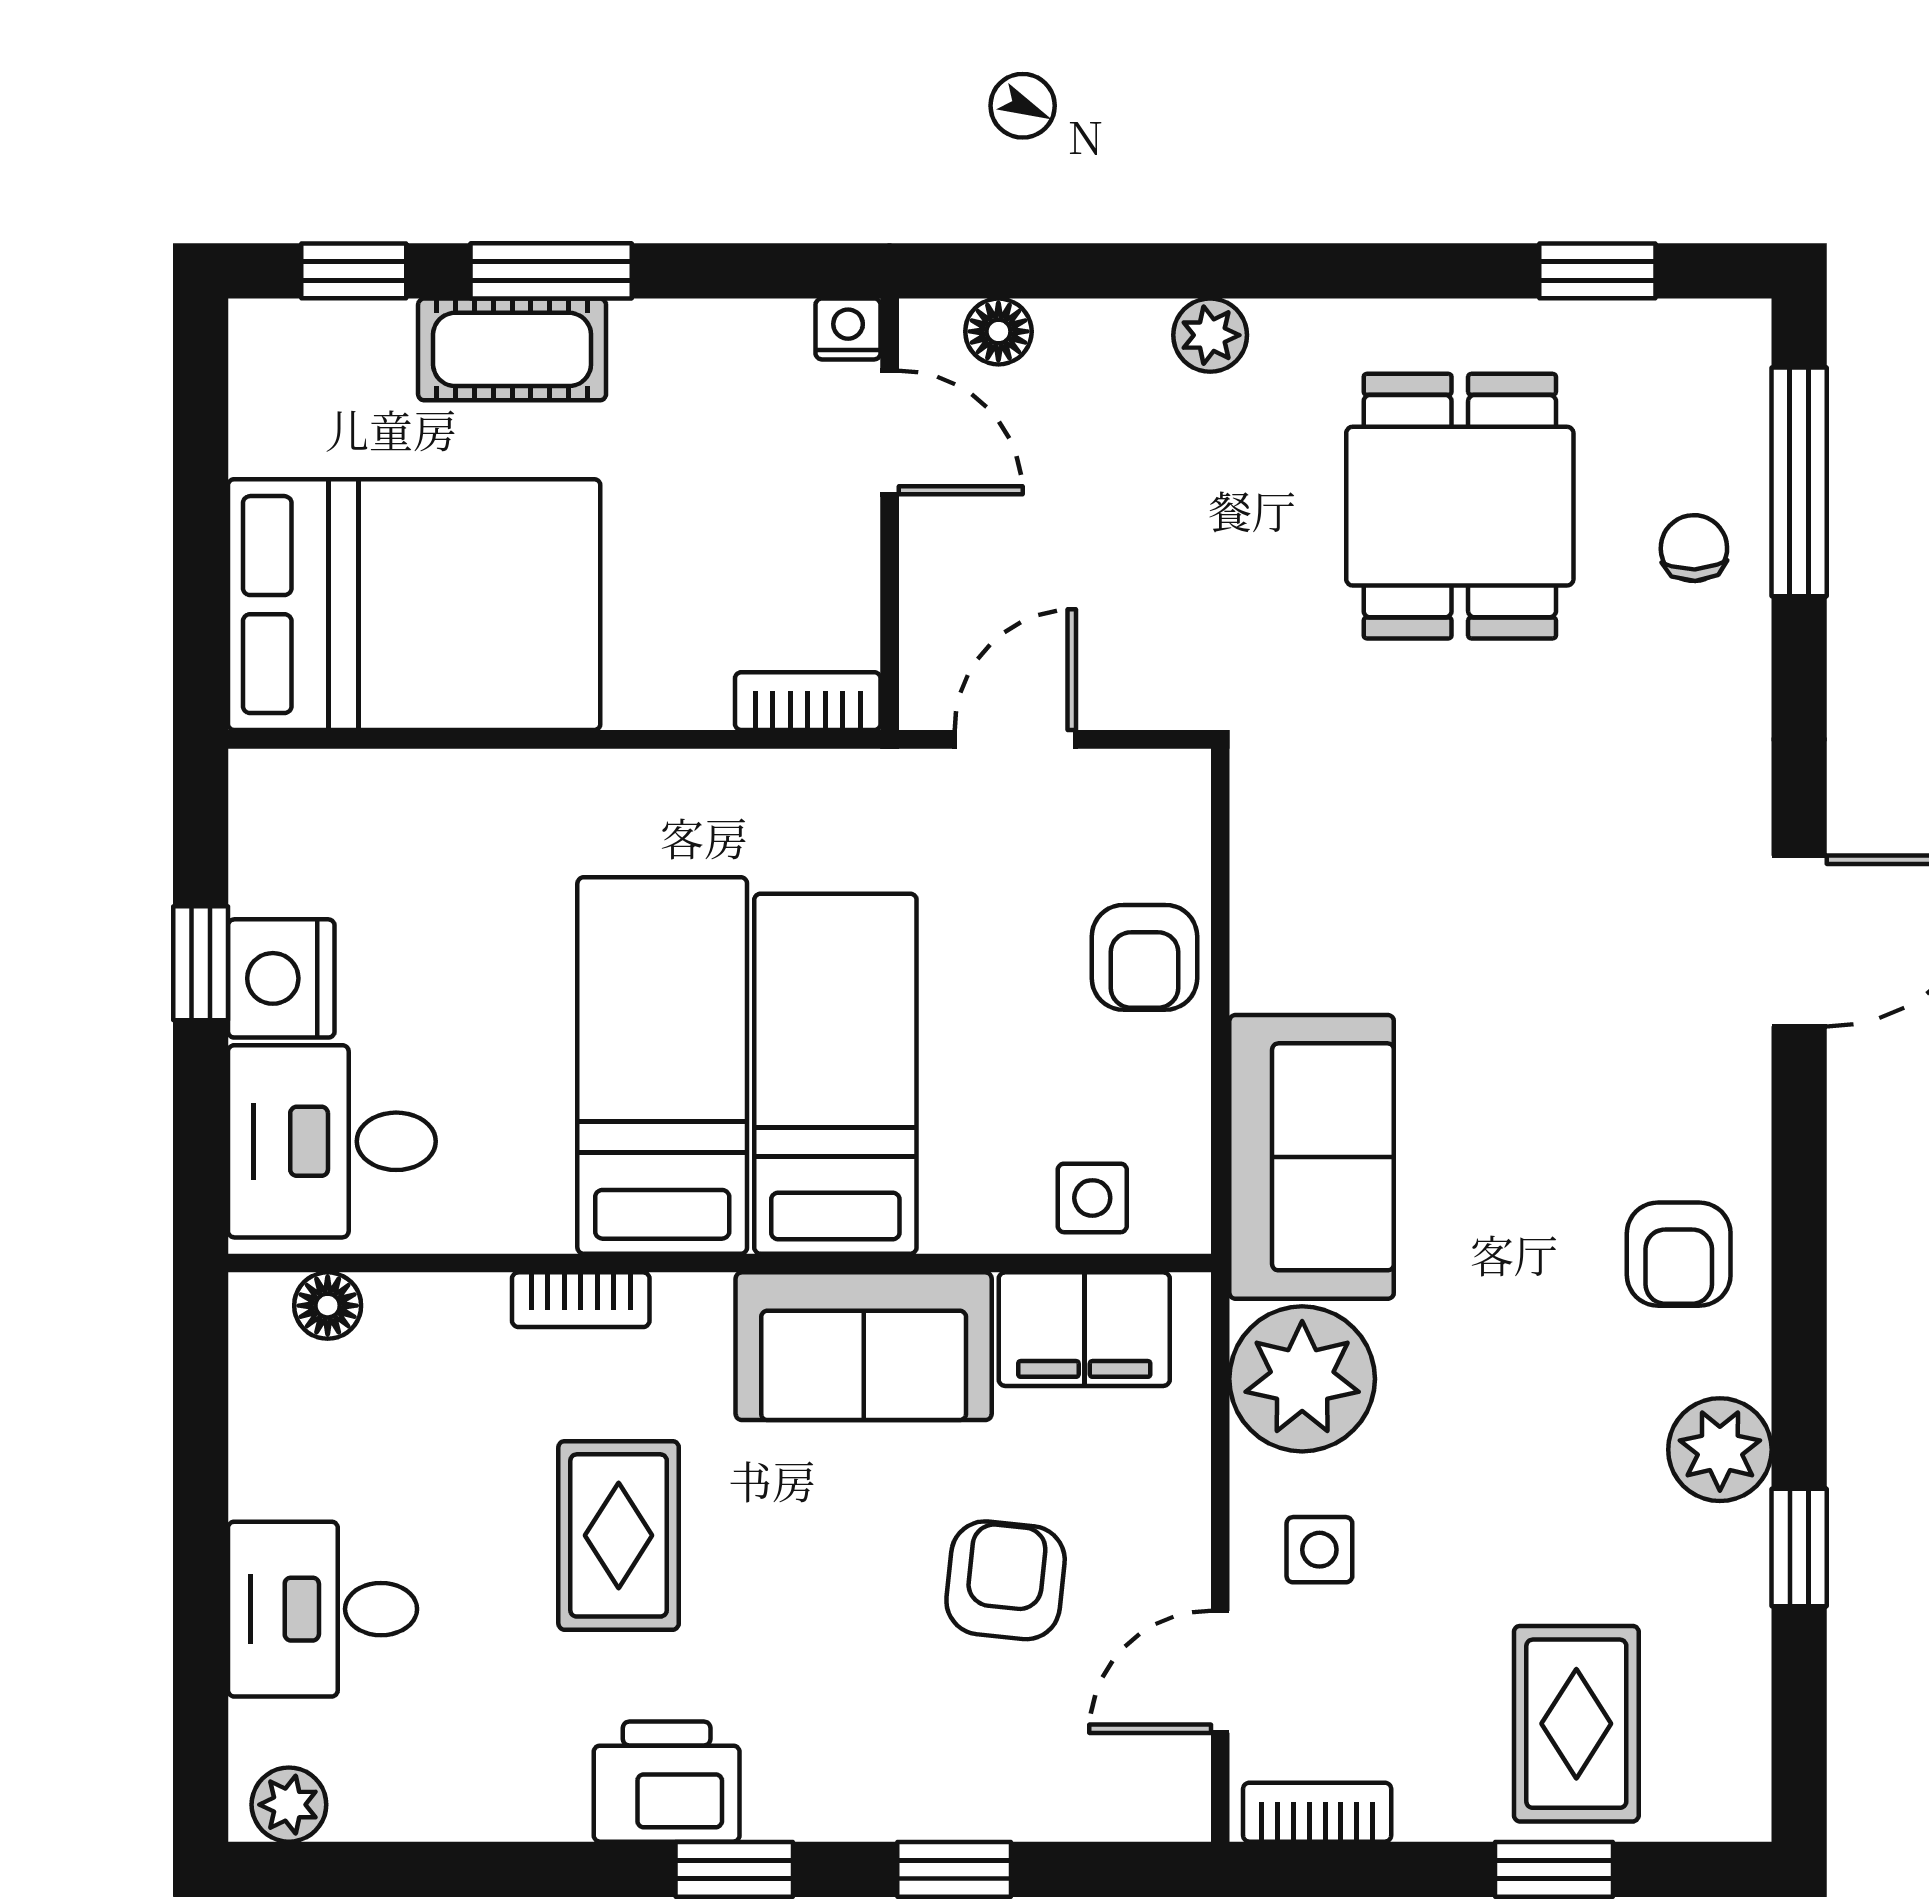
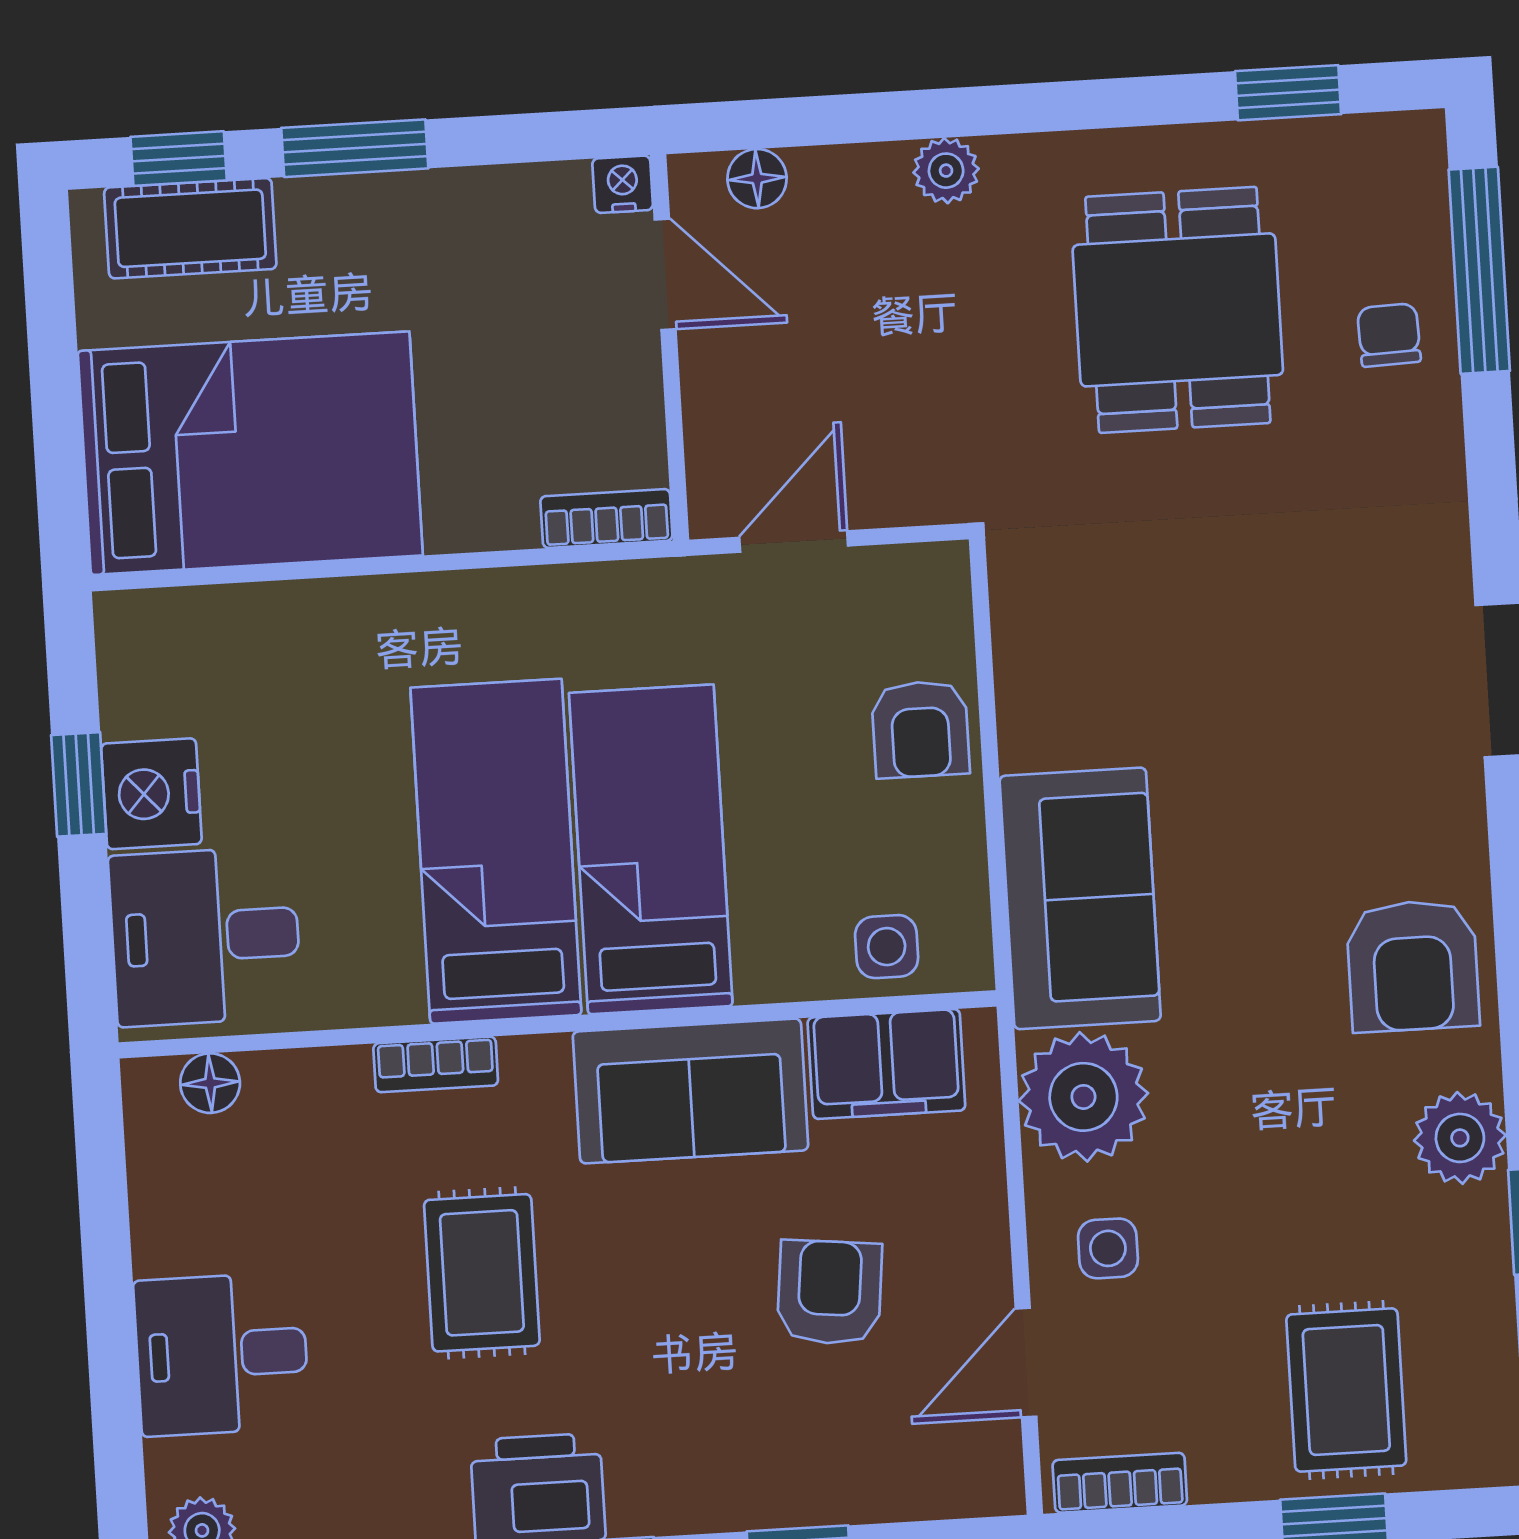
cot: (512, 349) -> (190, 228), moved
armchair: (1679, 1254) -> (1413, 966), width x1.38, depth x1.38

